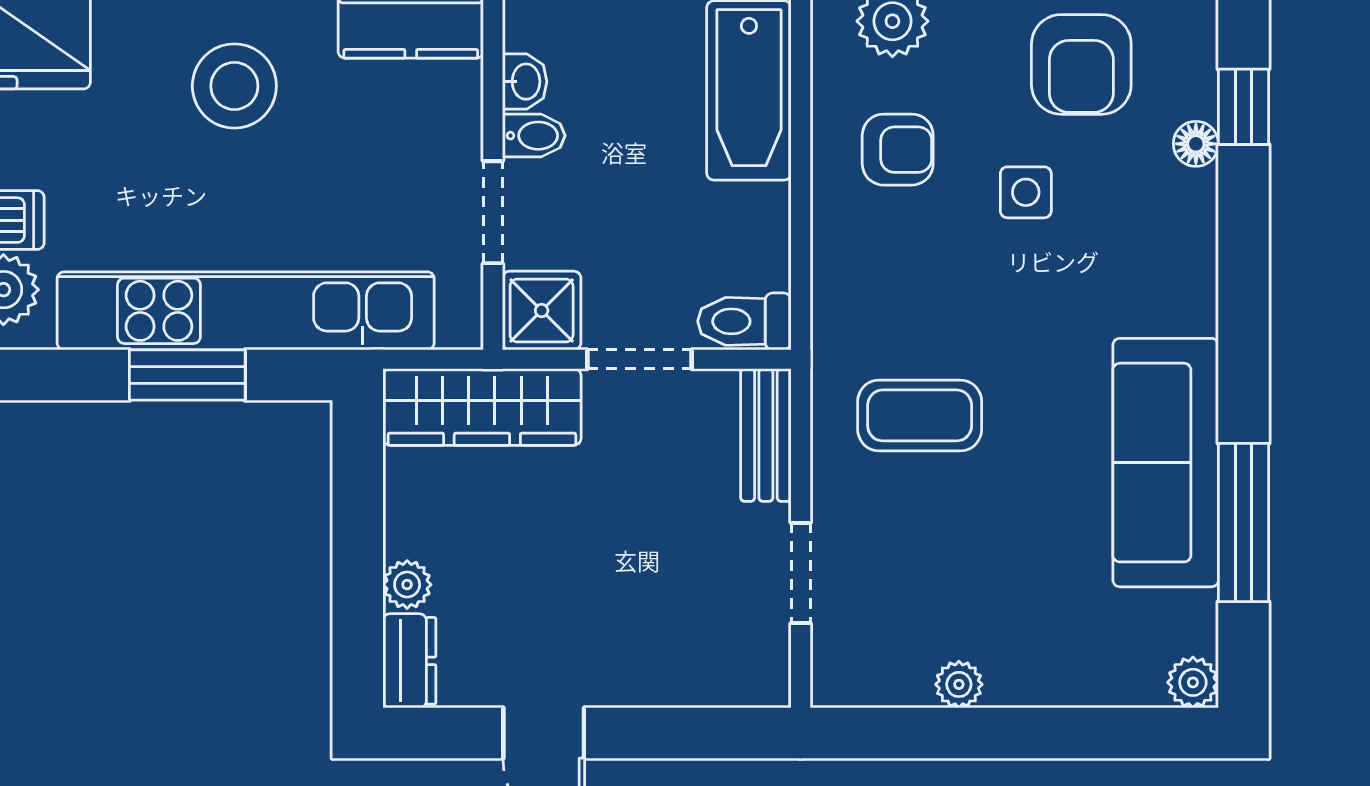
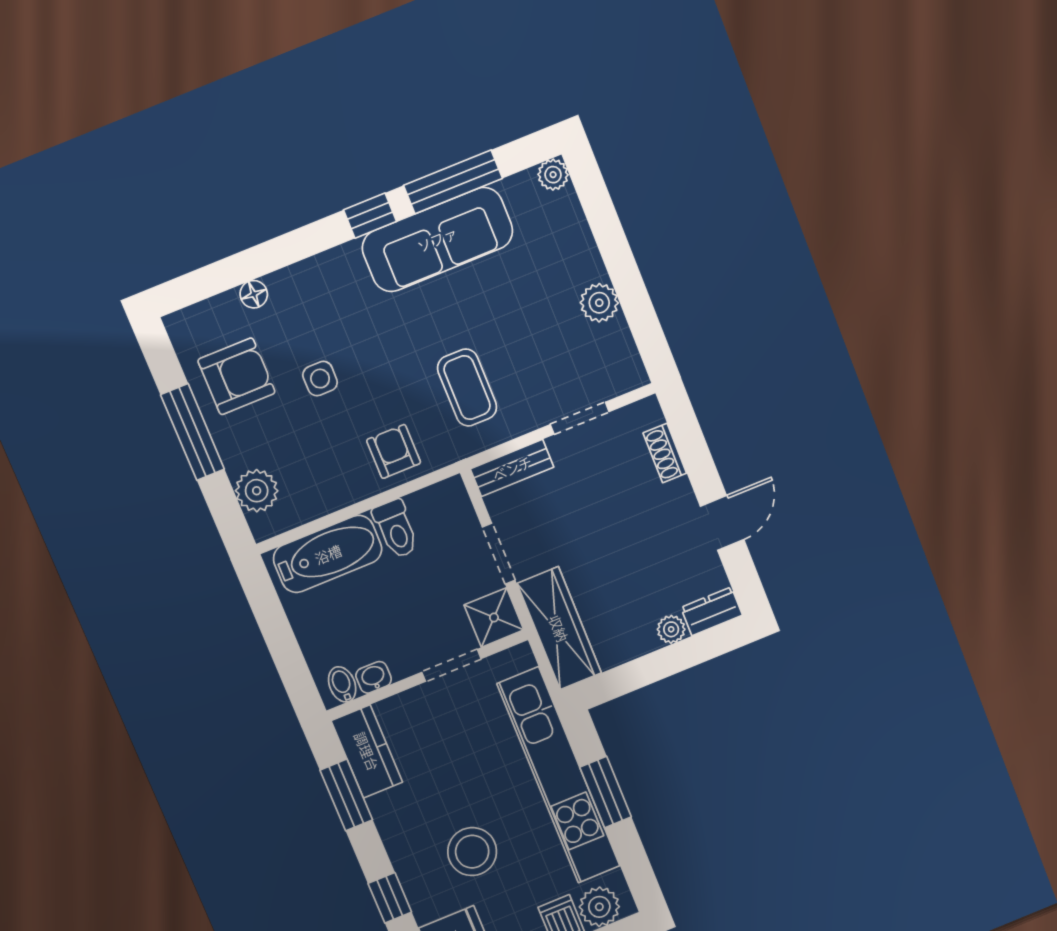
stool: (234, 86) -> (472, 852), moved
window: (1244, 107) -> (370, 216), moved
bidet: (534, 136) -> (342, 684), moved
armchair: (898, 150) -> (394, 451), moved
toilet: (744, 321) -> (396, 529), moved
plant: (959, 684) -> (599, 303), width x1.38, depth x1.38
shoe rack: (691, 686) -> (665, 453), added

